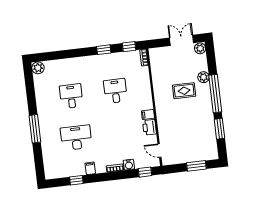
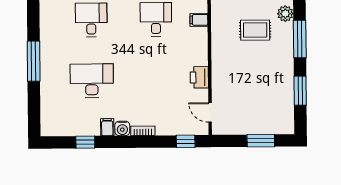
window: (215, 93) -> (300, 39), width x0.68
filing cabinet: (148, 115) -> (199, 20), moved
water cooler: (129, 165) -> (122, 128), moved

